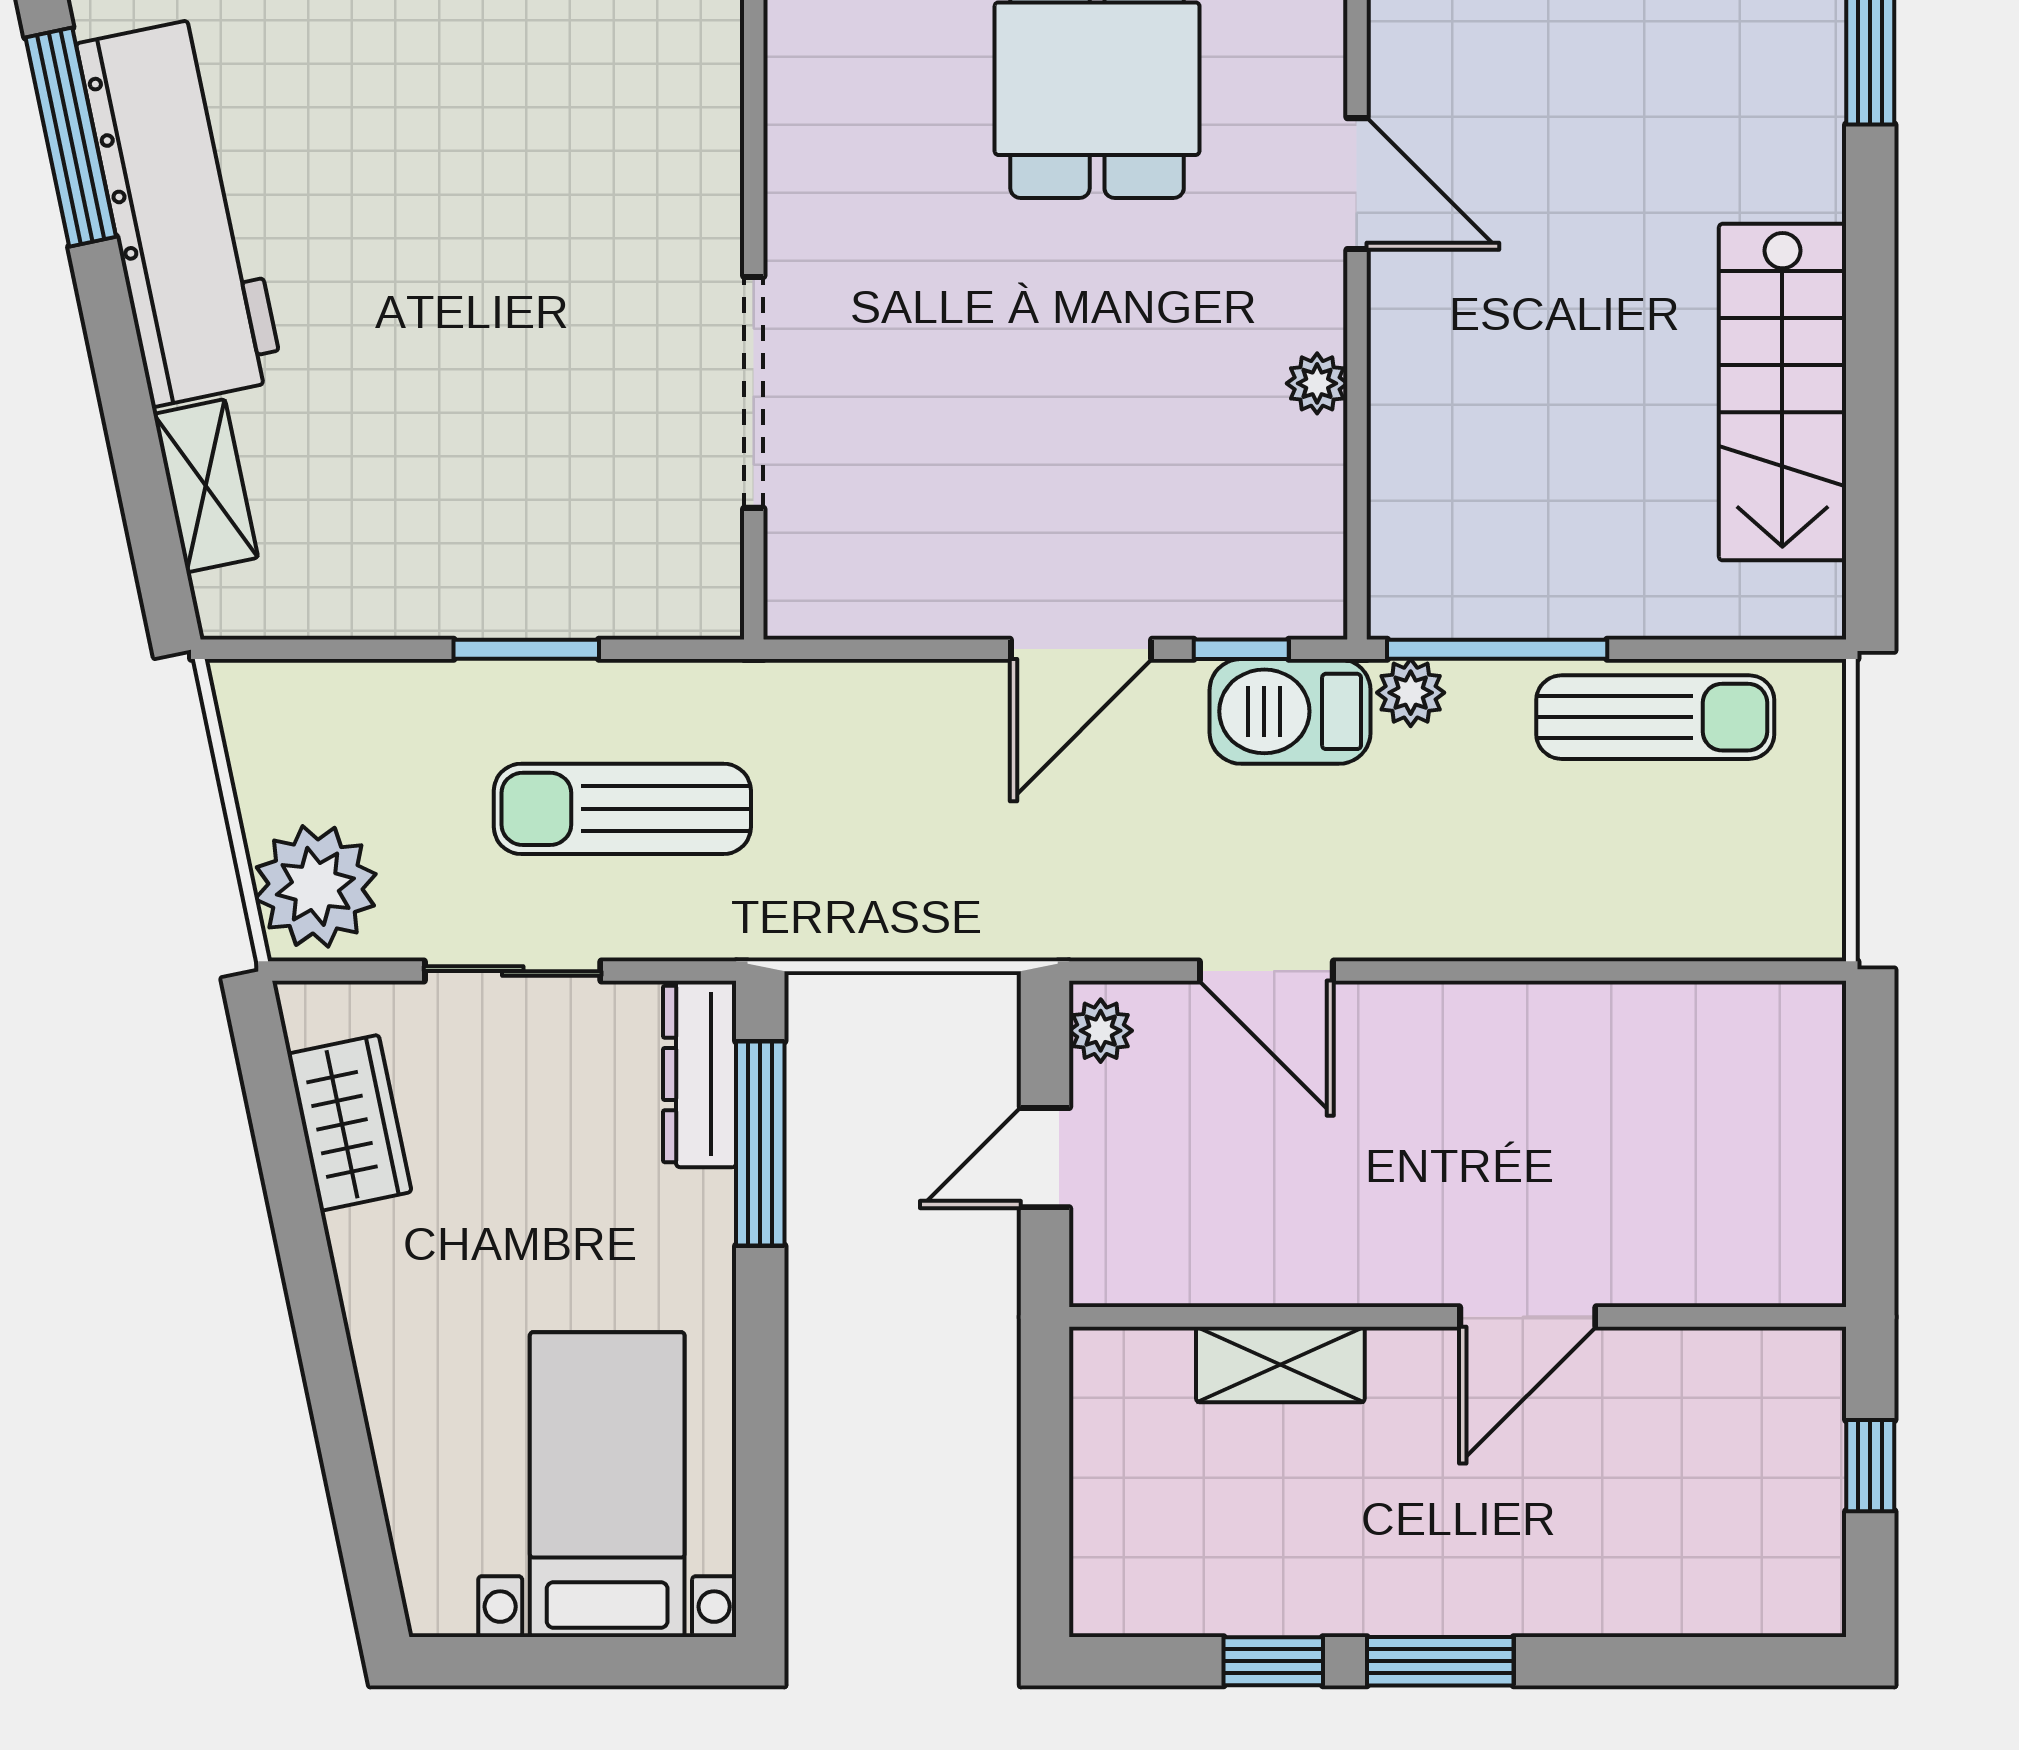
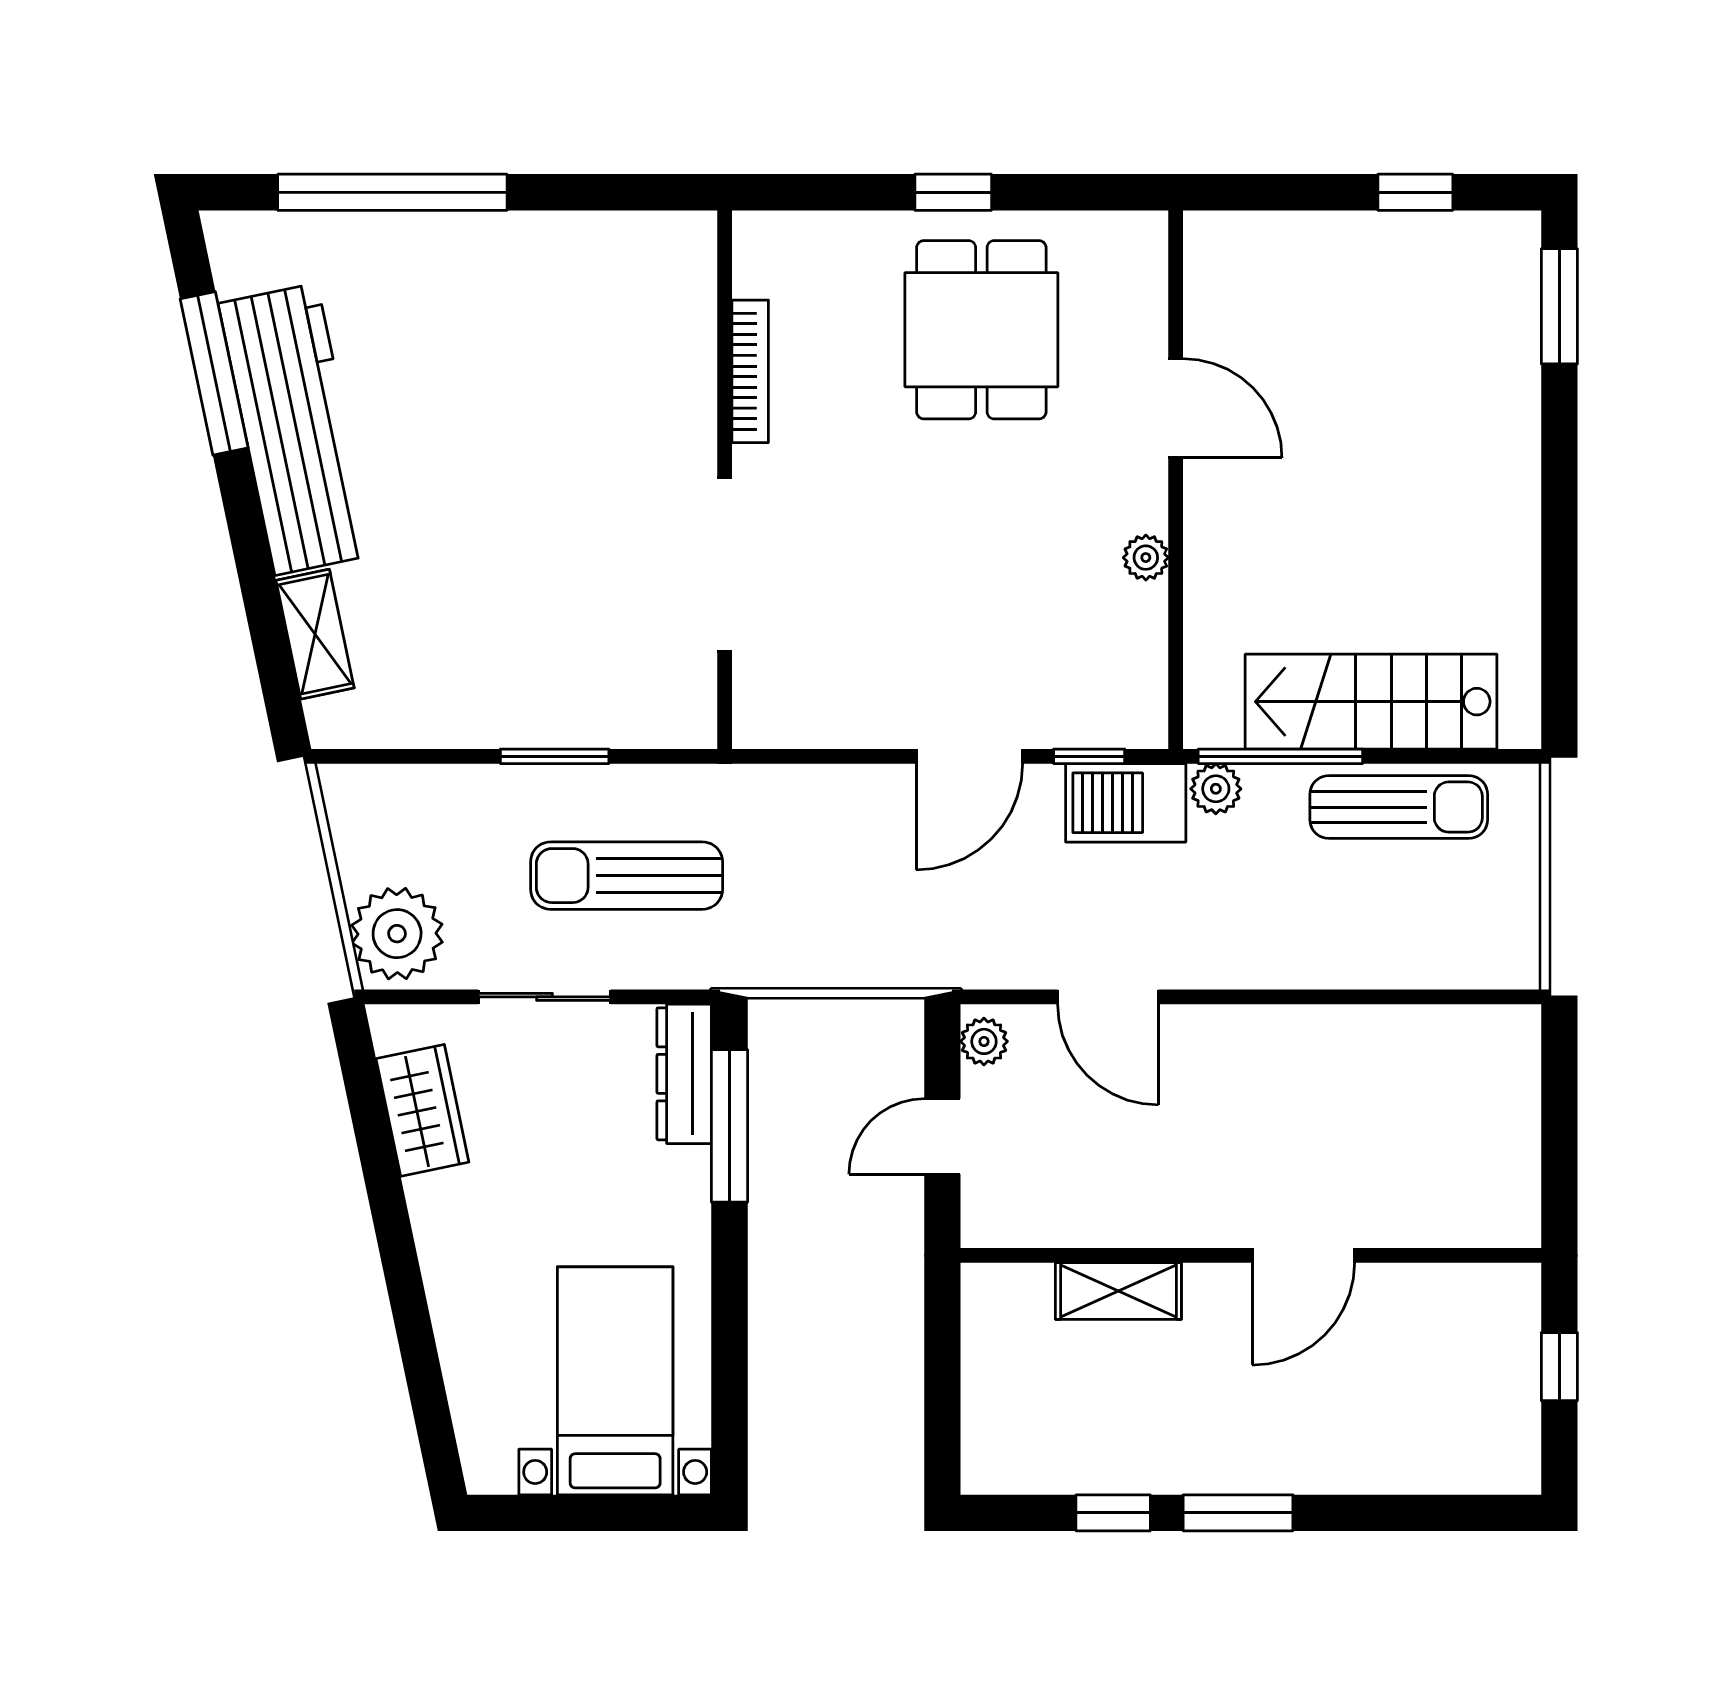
bookcase: (788, 134) -> (750, 371), added
stairs: (1782, 392) -> (1371, 702), moved, turned 90

